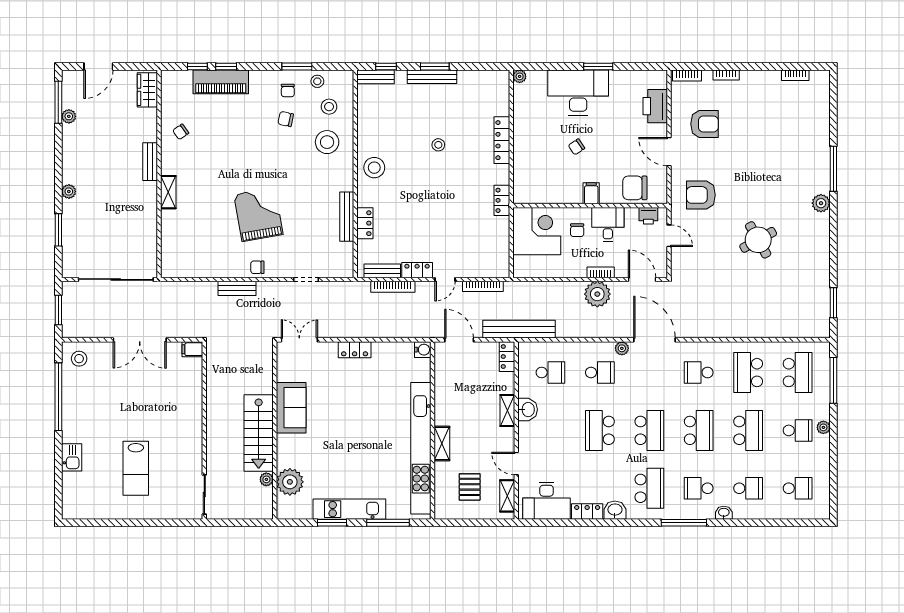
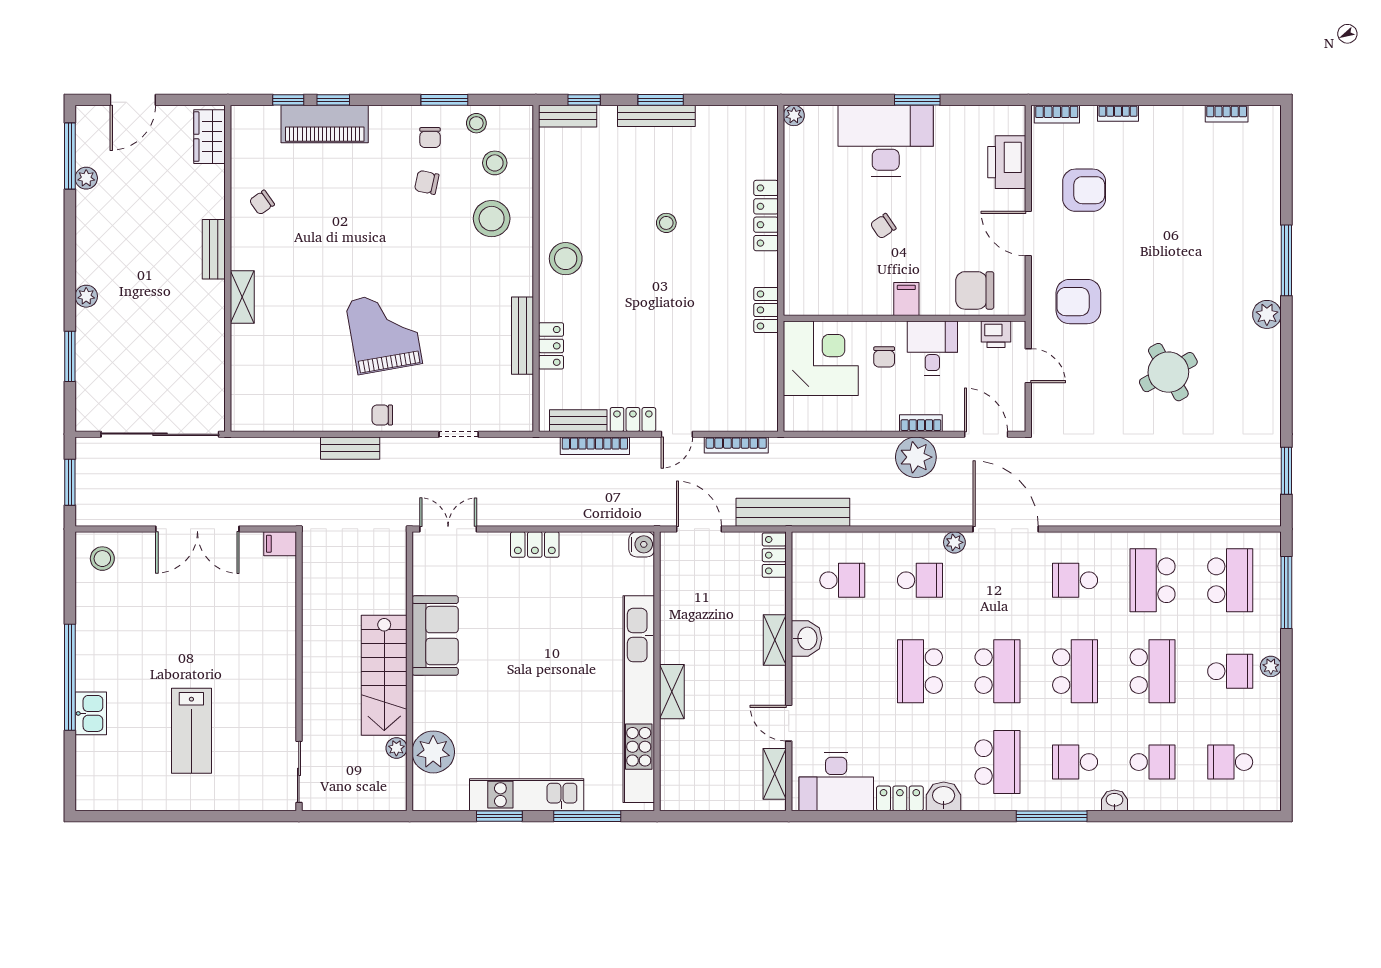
window: (58, 397) -> (70, 677), moved
pallet: (470, 487) -> (715, 760), removed
school desk: (798, 488) -> (1230, 762), turned 180

